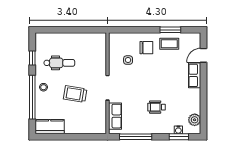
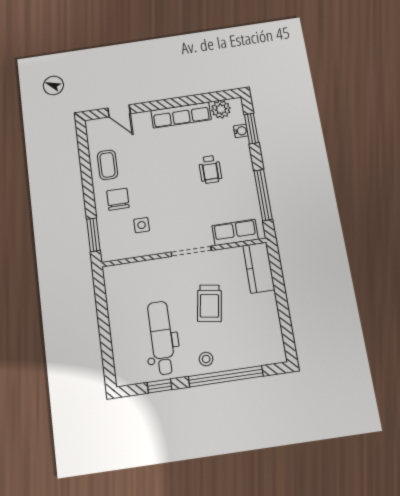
window: (170, 30) -> (93, 235), moved
dental chair: (59, 63) -> (161, 338), width x1.36, depth x1.38
row of seats: (195, 75) -> (181, 115), moved, width x1.48
kitchen counter: (50, 127) -> (259, 268), moved

